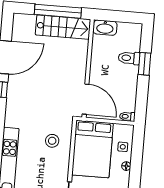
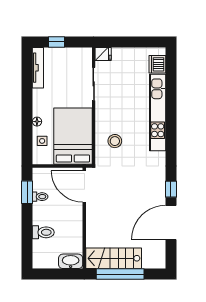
window: (145, 64) -> (27, 192), moved
toilet: (127, 117) -> (40, 197), moved

